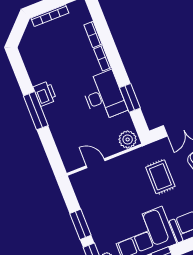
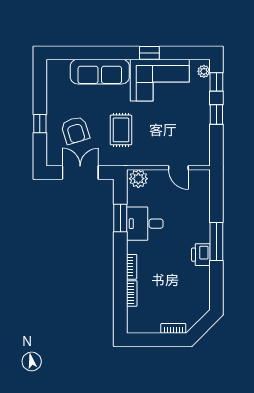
bookcase: (50, 16) -> (173, 328), width x0.64
desk: (104, 96) -> (145, 224), width x0.73
window: (80, 224) -> (216, 114), width x0.67

